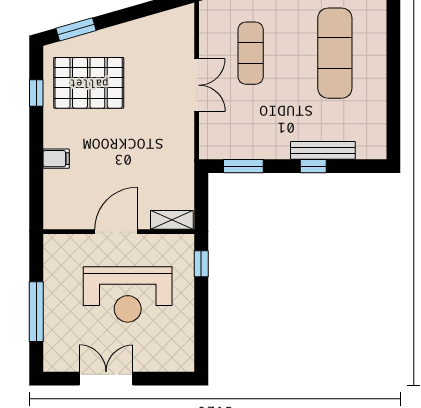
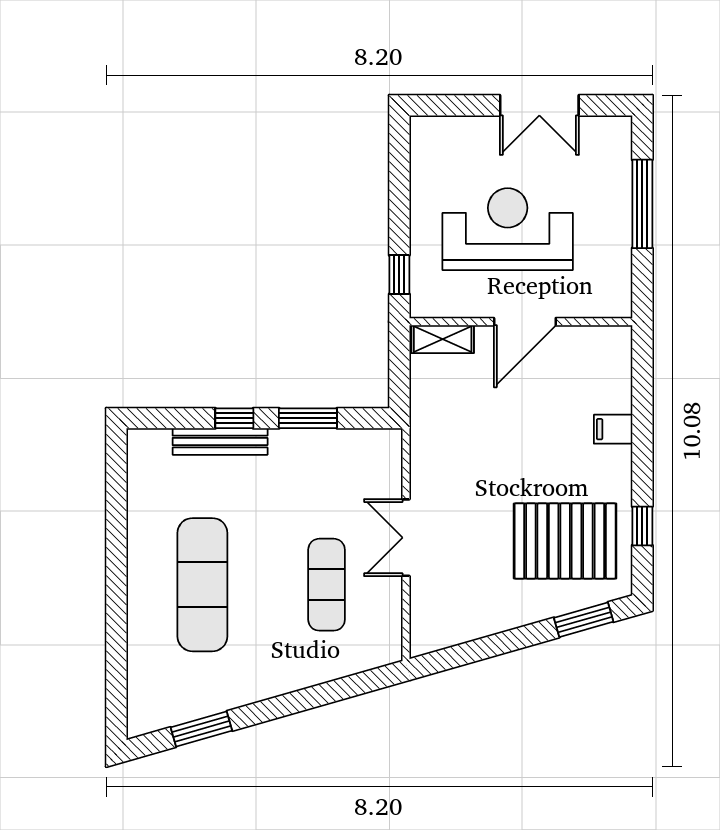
window: (243, 166) -> (308, 418), moved

